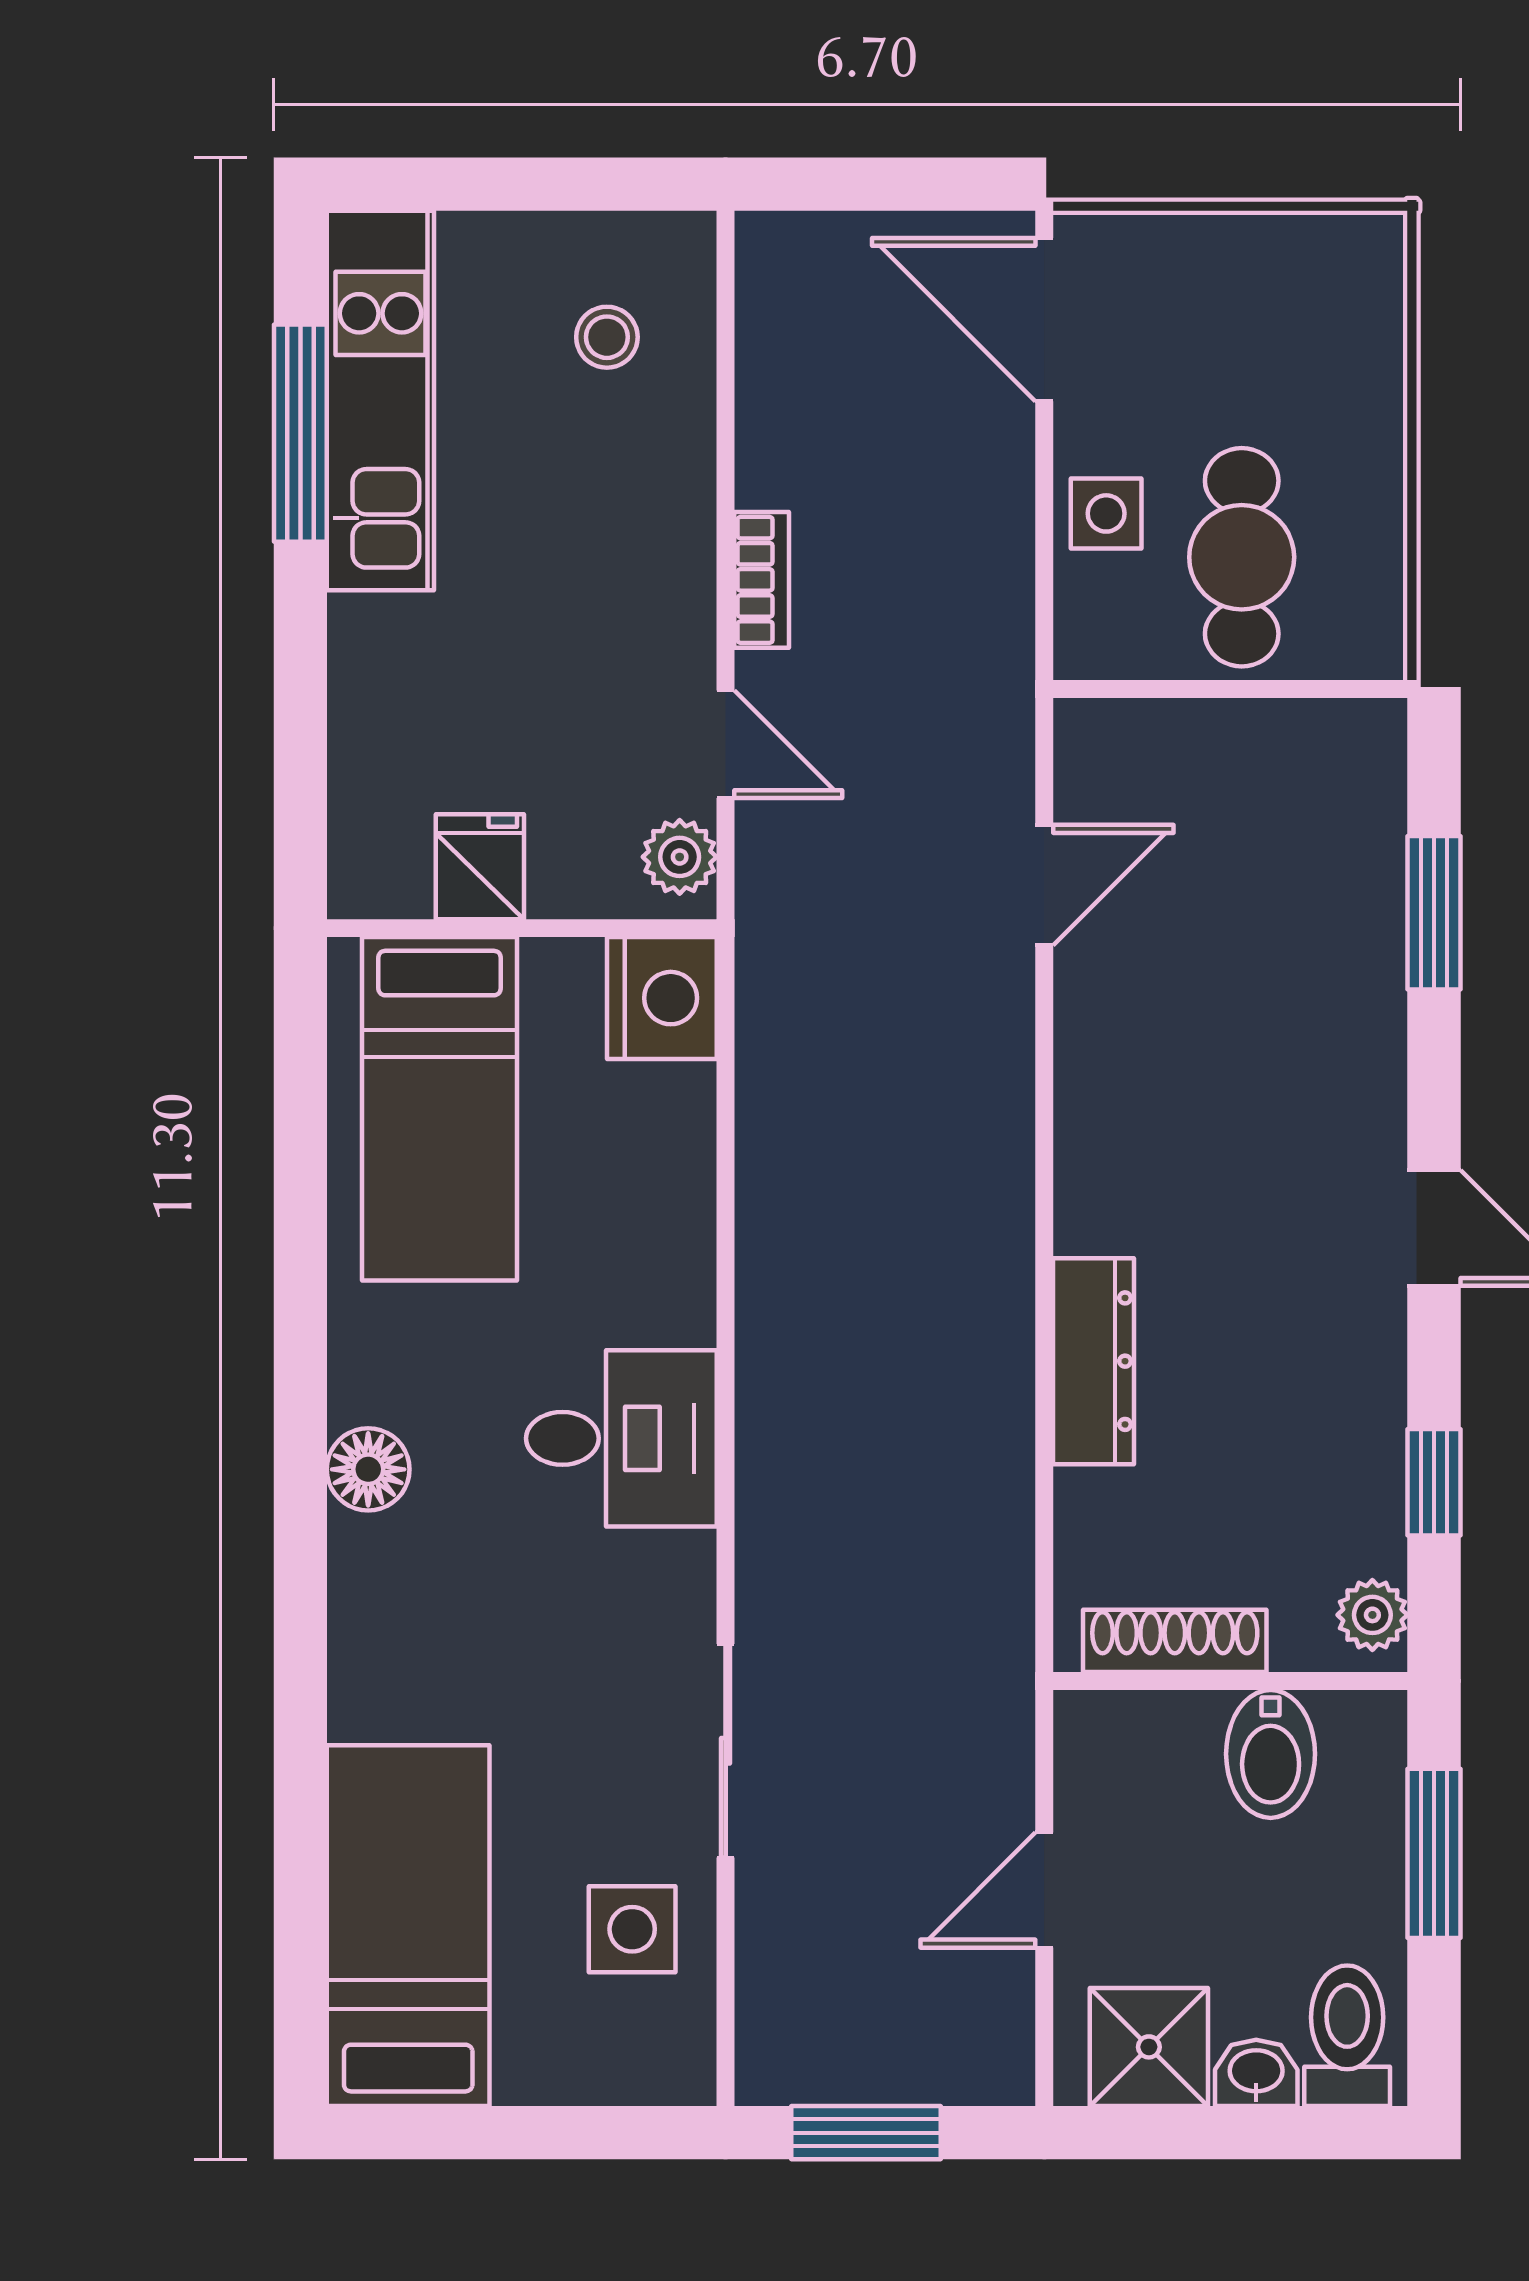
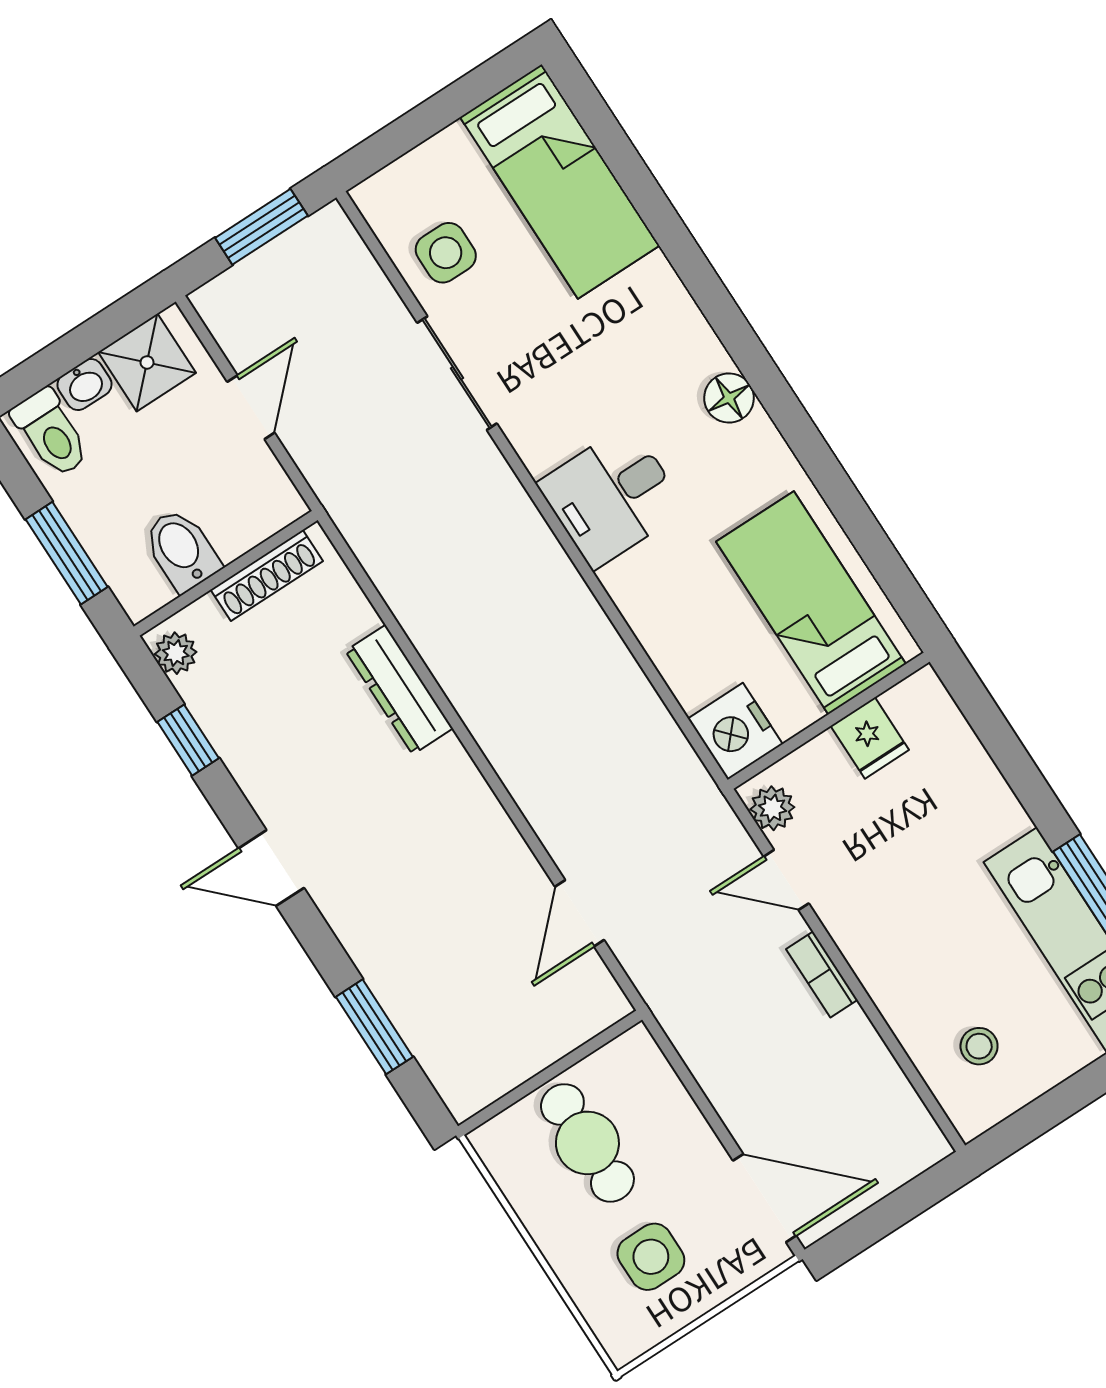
side table: (1106, 513) -> (651, 1257), moved, width x1.37, depth x1.37

